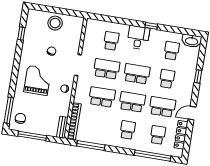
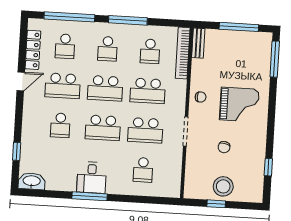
window: (61, 11) -> (216, 204), added
window: (151, 26) -> (90, 196), width x2.17
desk: (138, 37) -> (92, 177), moved
school desk: (172, 51) -> (150, 51), moved
window: (198, 76) -> (17, 151), moved
grand piano: (37, 80) -> (239, 104), turned -90
chair: (20, 118) -> (258, 50), removed
window: (91, 146) -> (128, 20), moved

